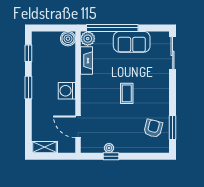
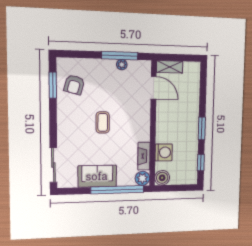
washing machine: (67, 91) -> (164, 152), moved
shelving: (45, 147) -> (170, 67), moved
window: (111, 156) -> (120, 56), width x2.17

